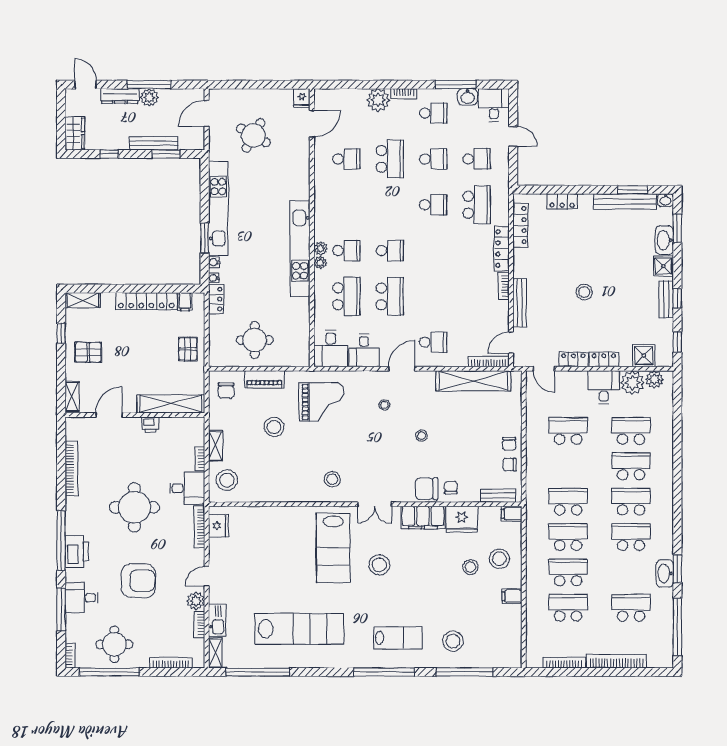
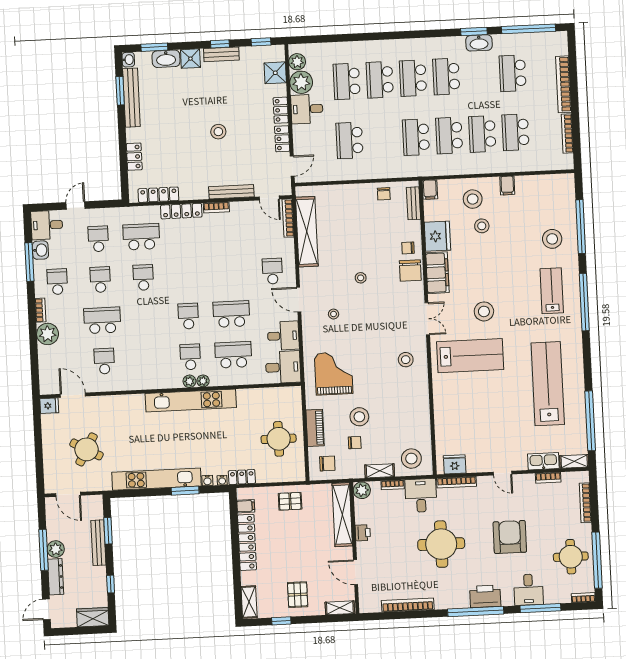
chair: (509, 444) -> (355, 443), moved
plant: (196, 601) -> (362, 490), moved

